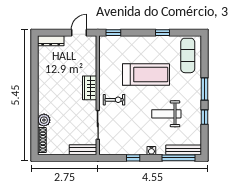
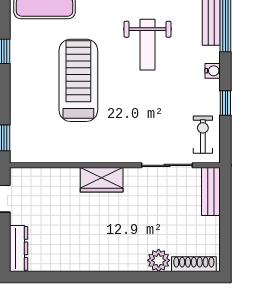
exercise bike: (114, 100) -> (203, 135), moved

